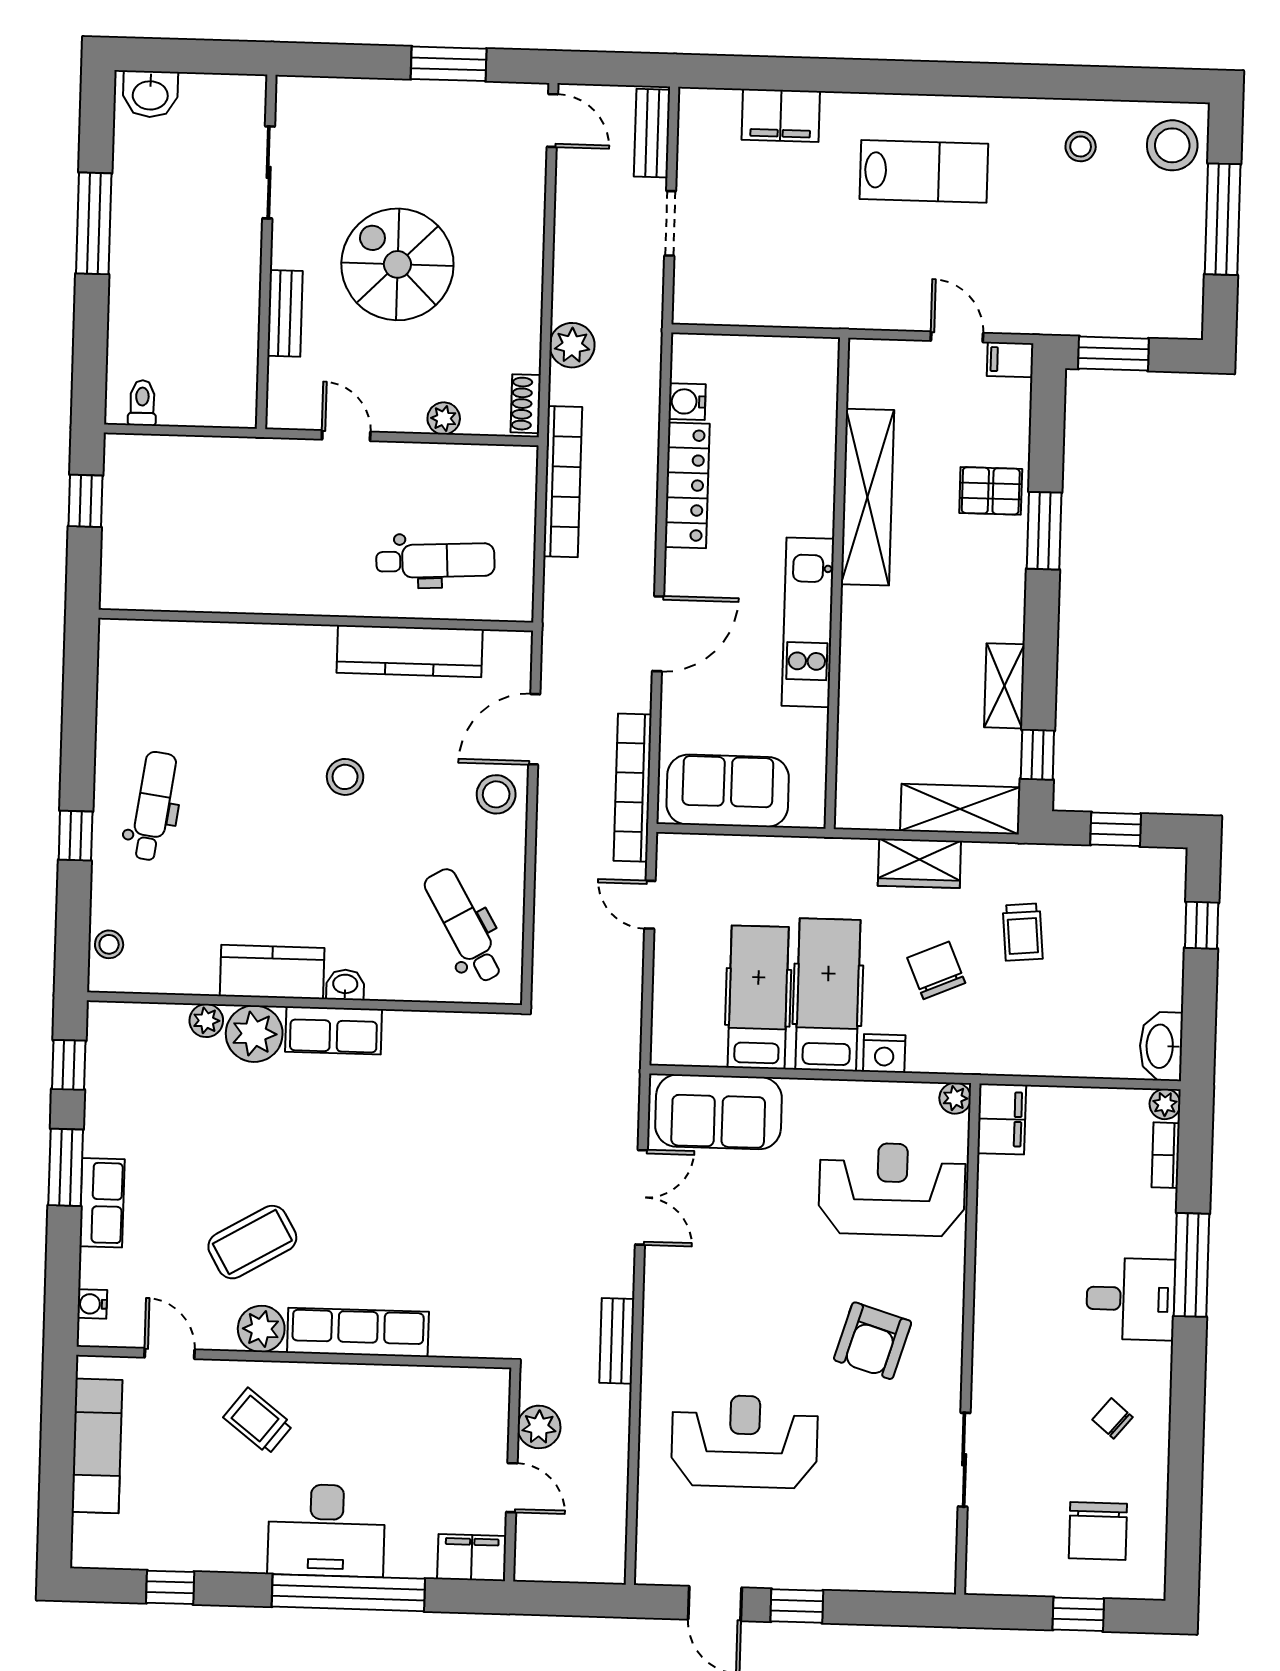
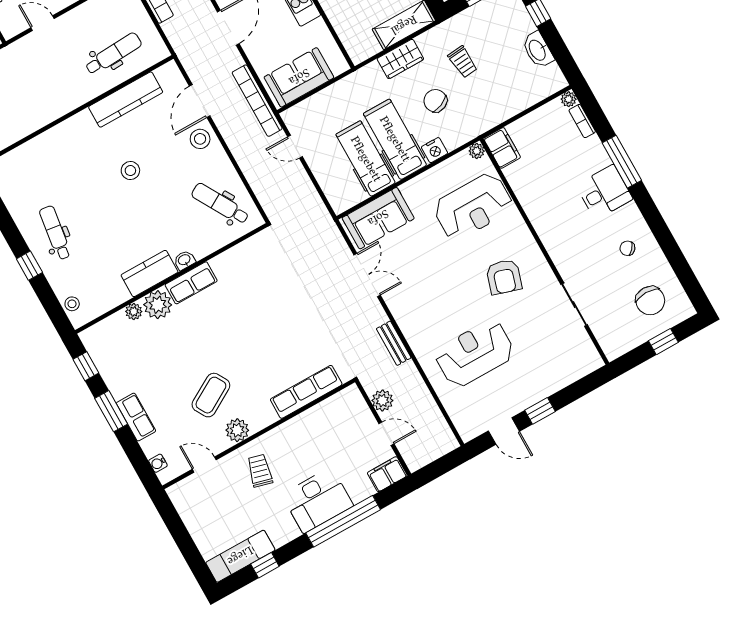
washbasin: (1161, 1046) -> (538, 50), moved
reception desk: (892, 1189) -> (473, 207), turned 180
row of seats: (358, 1332) -> (306, 392), moved
trolley: (258, 1421) -> (260, 471), turned 67
exam couch: (97, 1446) -> (240, 556), moved, turned -90

